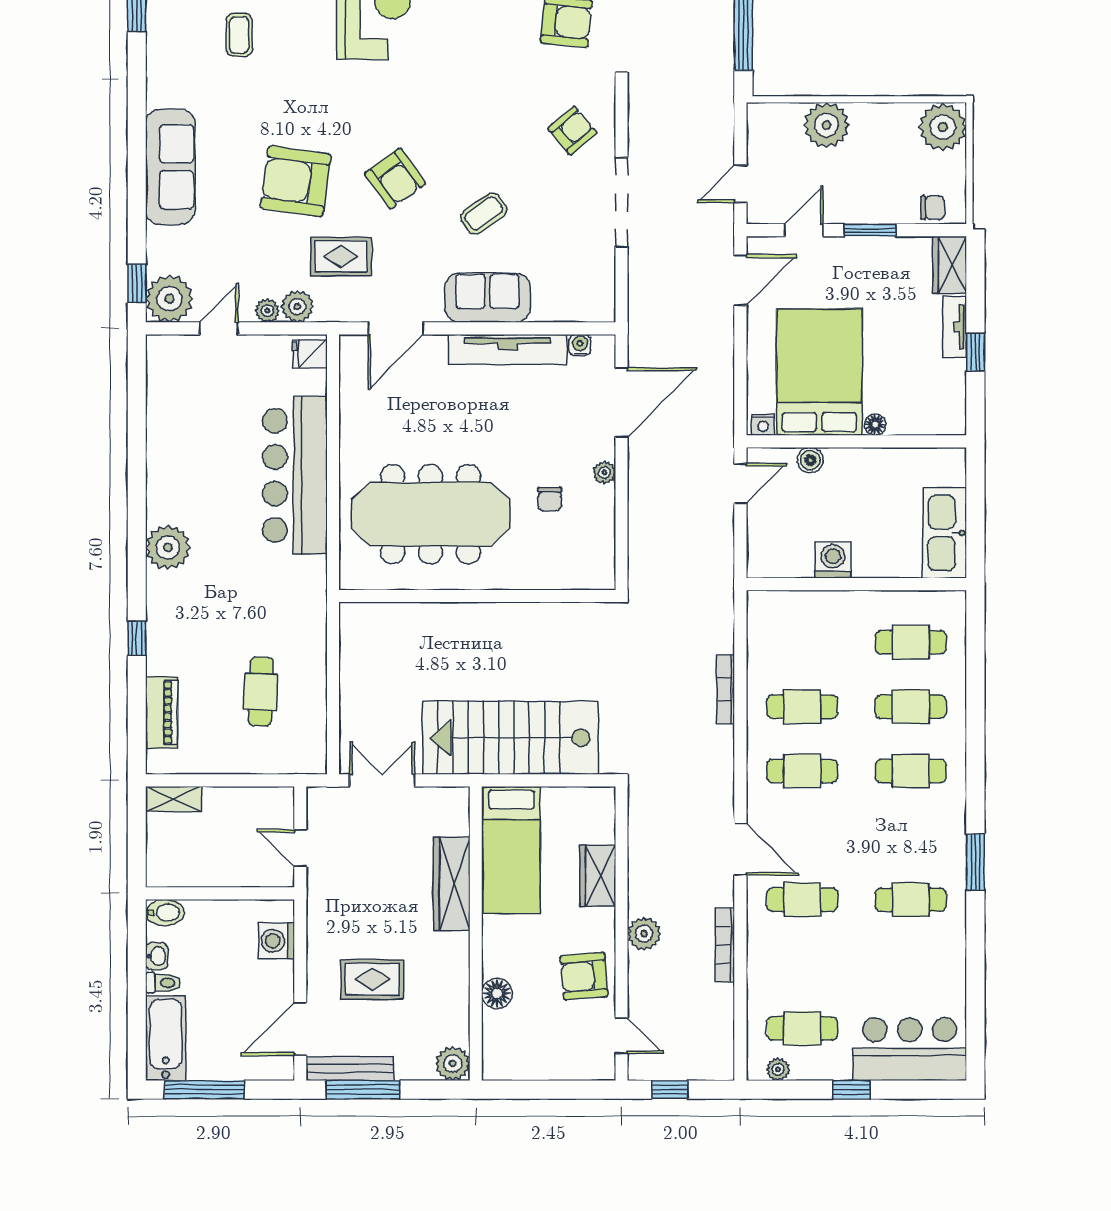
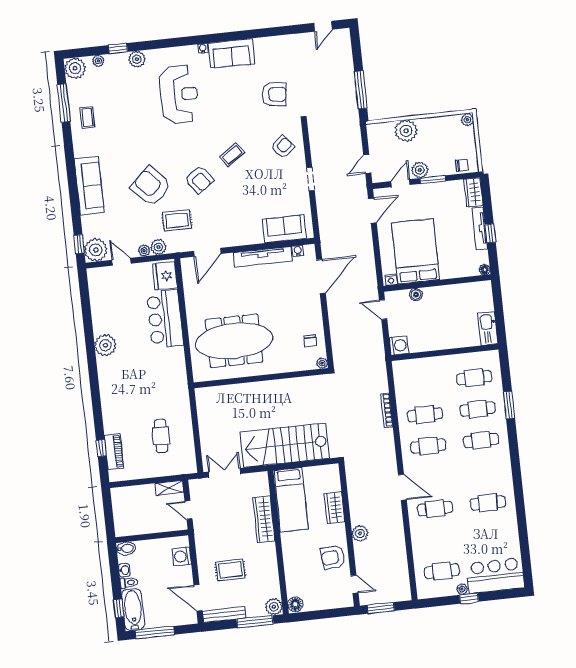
coffee table: (239, 35) -> (87, 117), moved
plant: (943, 127) -> (467, 120), width x0.53, depth x0.53
armchair: (296, 181) -> (151, 186), turned 39
doorway: (621, 202) -> (310, 179), width x0.53
plant: (846, 208) -> (420, 170), added
coffee table: (484, 213) -> (232, 155), moved
sofa: (487, 298) -> (284, 229), moved
tv unit: (955, 327) -> (480, 228), width x1.41
door: (219, 328) -> (121, 262), hinge flipped
fridge: (310, 354) -> (165, 276), width x1.88, depth x1.34
floor lamp: (875, 425) -> (485, 270), moved
plant: (604, 473) -> (322, 363), moved
bar counter: (295, 475) -> (165, 319), width x0.73
door: (740, 483) -> (383, 310), swing flipped
chair: (550, 499) -> (310, 341), moved
kitchen sink: (945, 533) -> (488, 328), width x0.73, depth x0.81
plant: (168, 547) -> (105, 345), moved
washing machine: (833, 560) -> (399, 345), moved, turned 90
window: (137, 638) -> (101, 448), moved
shelving: (174, 799) -> (169, 488), moved
window: (975, 862) -> (509, 405), moved
bookcase: (725, 945) -> (400, 535), removed
floor lamp: (497, 993) -> (295, 604), moved
door: (300, 1029) -> (198, 598), hinge flipped
window: (137, 1033) -> (119, 608), added
plant: (778, 1069) -> (462, 589), moved
window: (363, 1090) -> (255, 622), moved
window: (670, 1090) -> (381, 608), width x1.50

